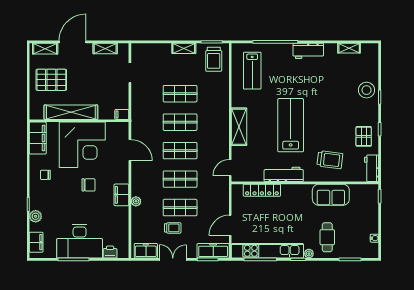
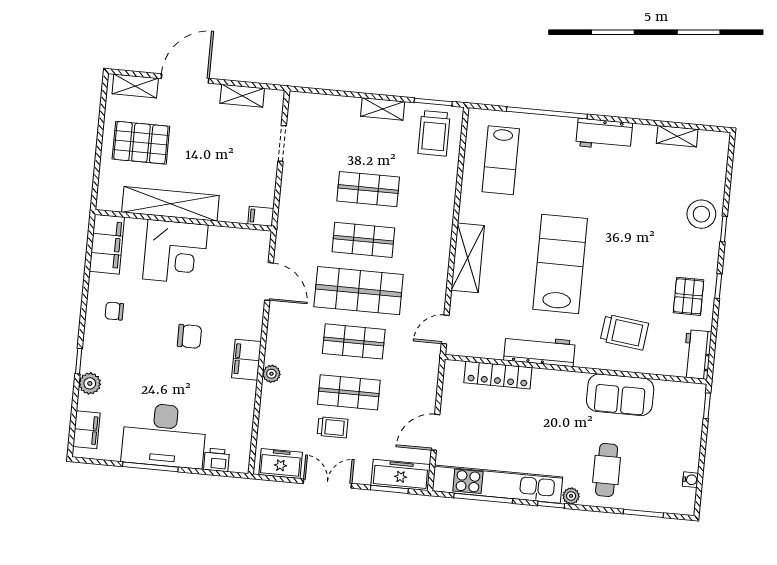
corner desk: (82, 145) -> (175, 252), width x0.74, depth x0.74
shop shelf: (180, 151) -> (359, 291), width x1.43, depth x1.36

